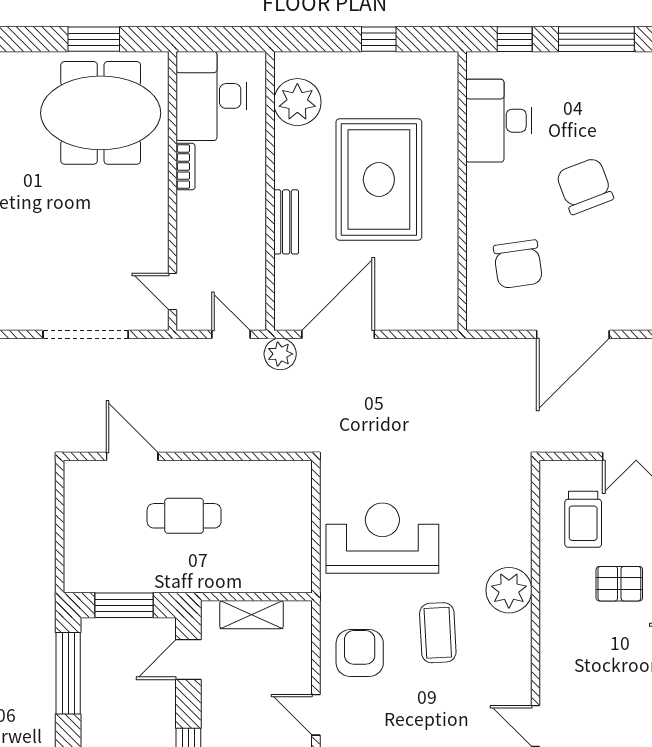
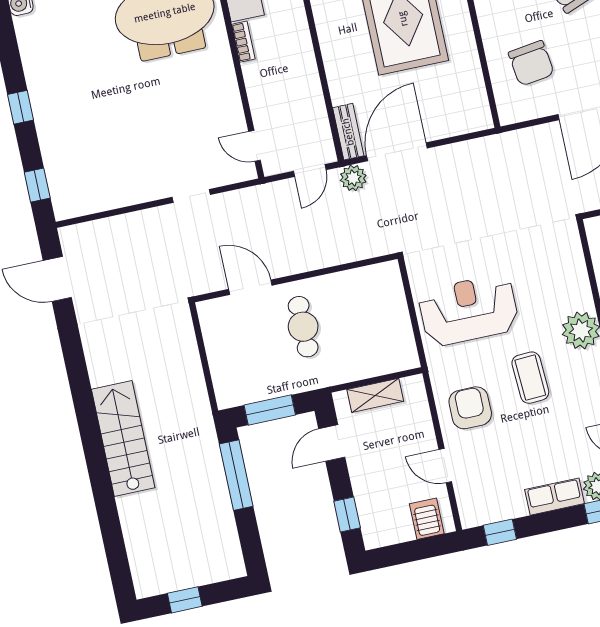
bench: (286, 222) -> (348, 132), moved
doorway: (86, 334) -> (191, 196), width x0.53
door: (231, 334) -> (310, 171), swing flipped
cafe table: (184, 516) -> (303, 327), turned 90

